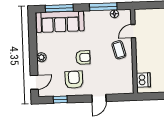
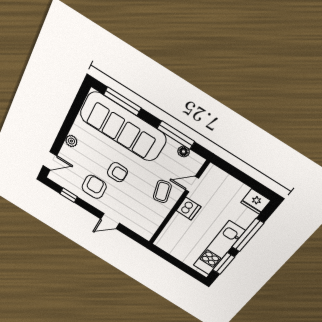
sofa: (60, 22) -> (123, 127), width x1.36, depth x1.27
dishwasher: (143, 80) -> (188, 209), moved

